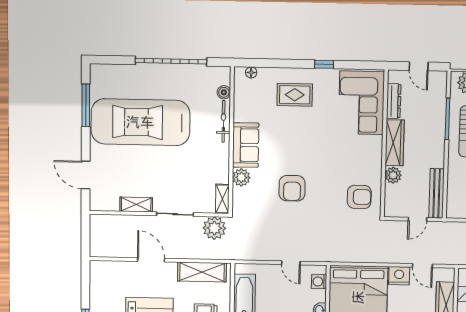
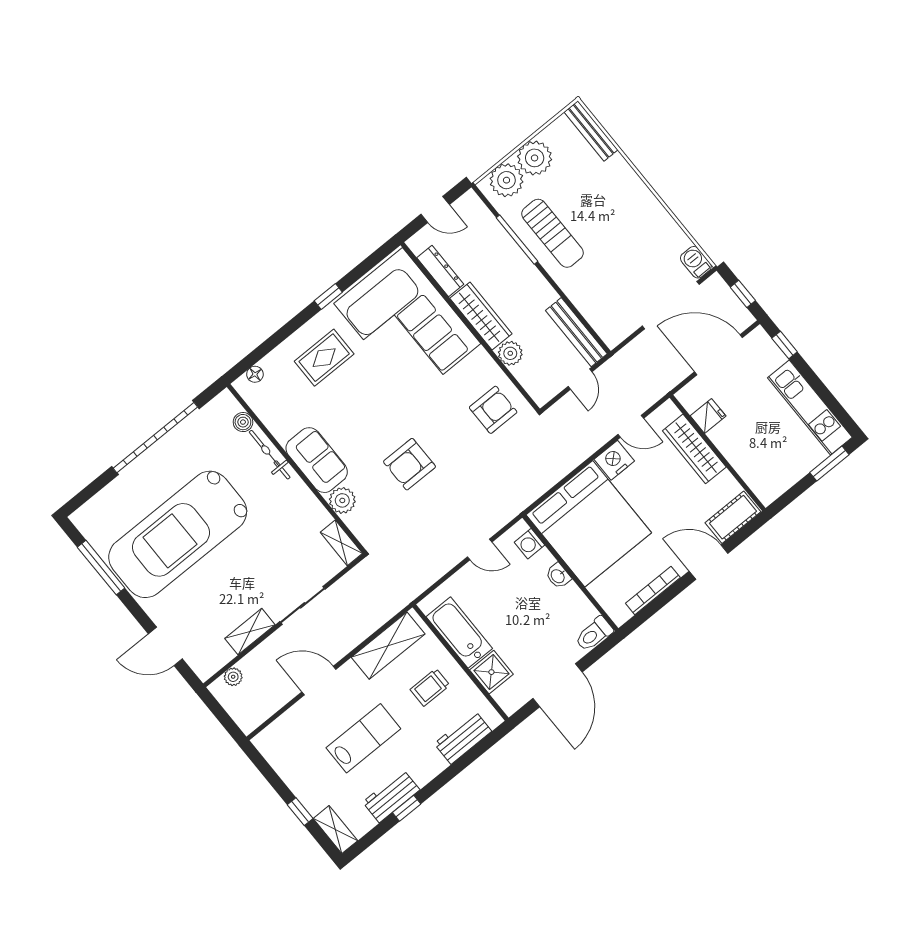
corner sofa: (361, 103) -> (407, 324), width x1.36, depth x1.36
armchair: (292, 188) -> (410, 464), turned 90
plant: (214, 228) -> (233, 677), moved, width x0.53, depth x0.53

